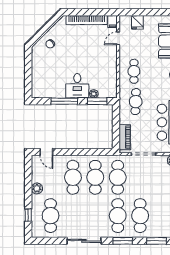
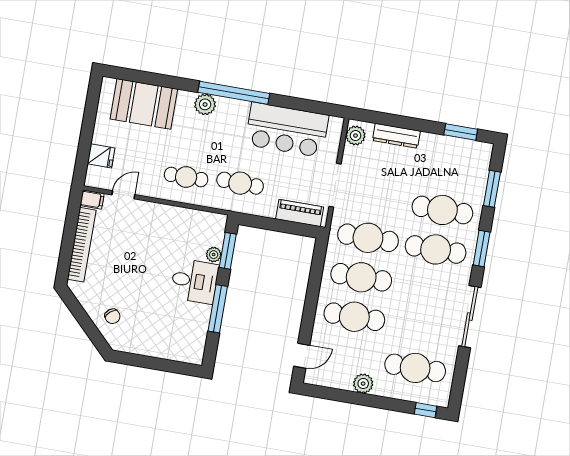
door: (118, 38) -> (123, 195), swing flipped
window: (28, 215) -> (426, 410), moved

